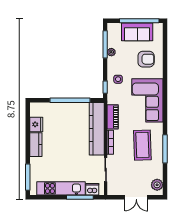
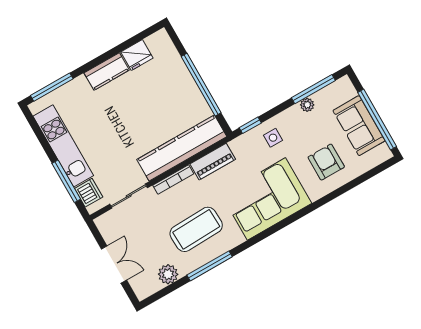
armchair: (146, 59) -> (326, 162), turned 180
plant: (157, 185) -> (168, 274), moved
double door: (136, 197) -> (114, 265), swing flipped

